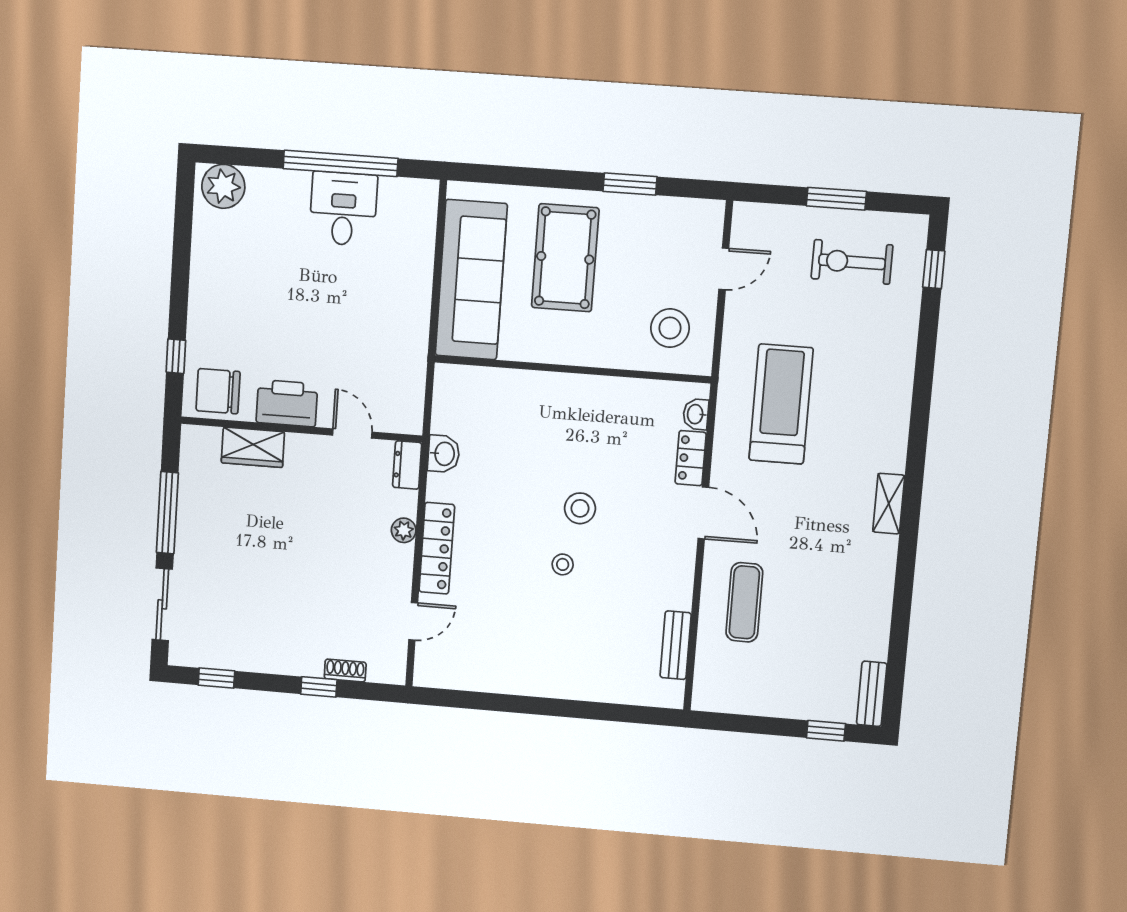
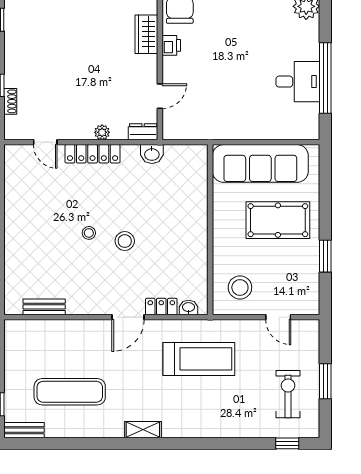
printer: (287, 403) -> (171, 45), width x0.53, depth x0.68
exercise mat: (744, 602) -> (70, 392), moved, width x1.36, depth x1.45

